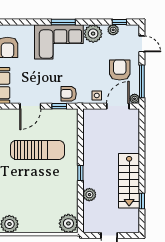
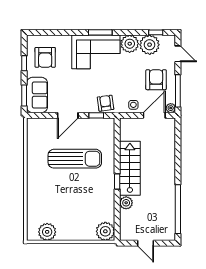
plant: (113, 30) -> (150, 45), width x1.87, depth x1.87
armchair: (69, 94) -> (105, 103), turned 82
stairs: (129, 181) -> (130, 168), moved, turned 180
window: (142, 201) -> (178, 209), width x3.17

